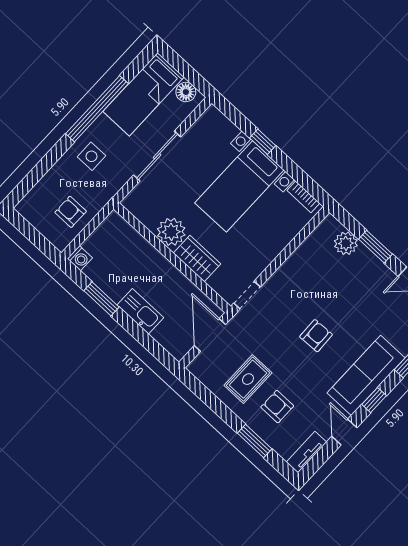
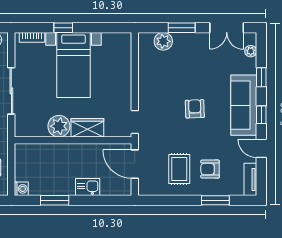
bookcase: (303, 197) -> (32, 37), moved
kitchen sink: (140, 311) -> (88, 187), width x0.73

